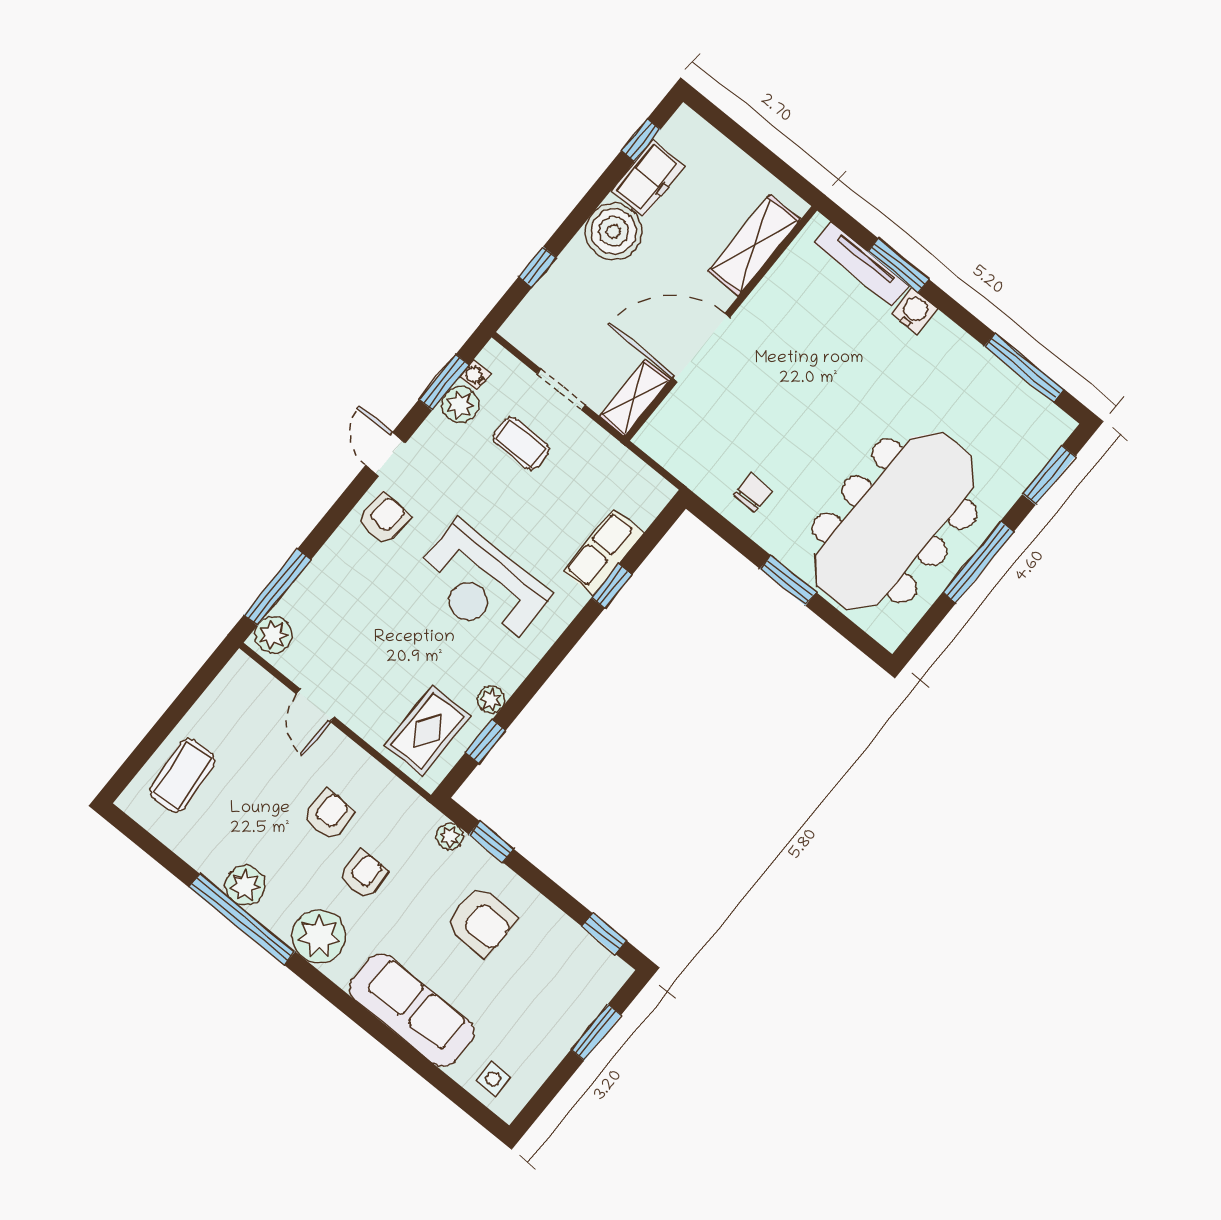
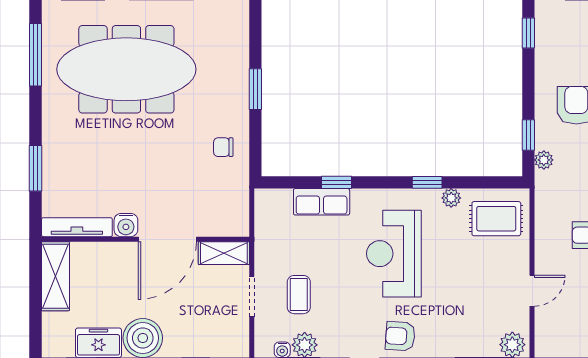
shelving: (754, 245) -> (55, 276), moved, turned 90
tv unit: (862, 264) -> (77, 227), moved, turned -90
water cooler: (914, 311) -> (126, 225), moved, turned -90
door: (701, 348) -> (167, 239), hinge flipped
meeting table: (894, 521) -> (126, 69), moved
reception desk: (481, 586) -> (394, 254), turned 180
window: (485, 742) -> (427, 182), moved

